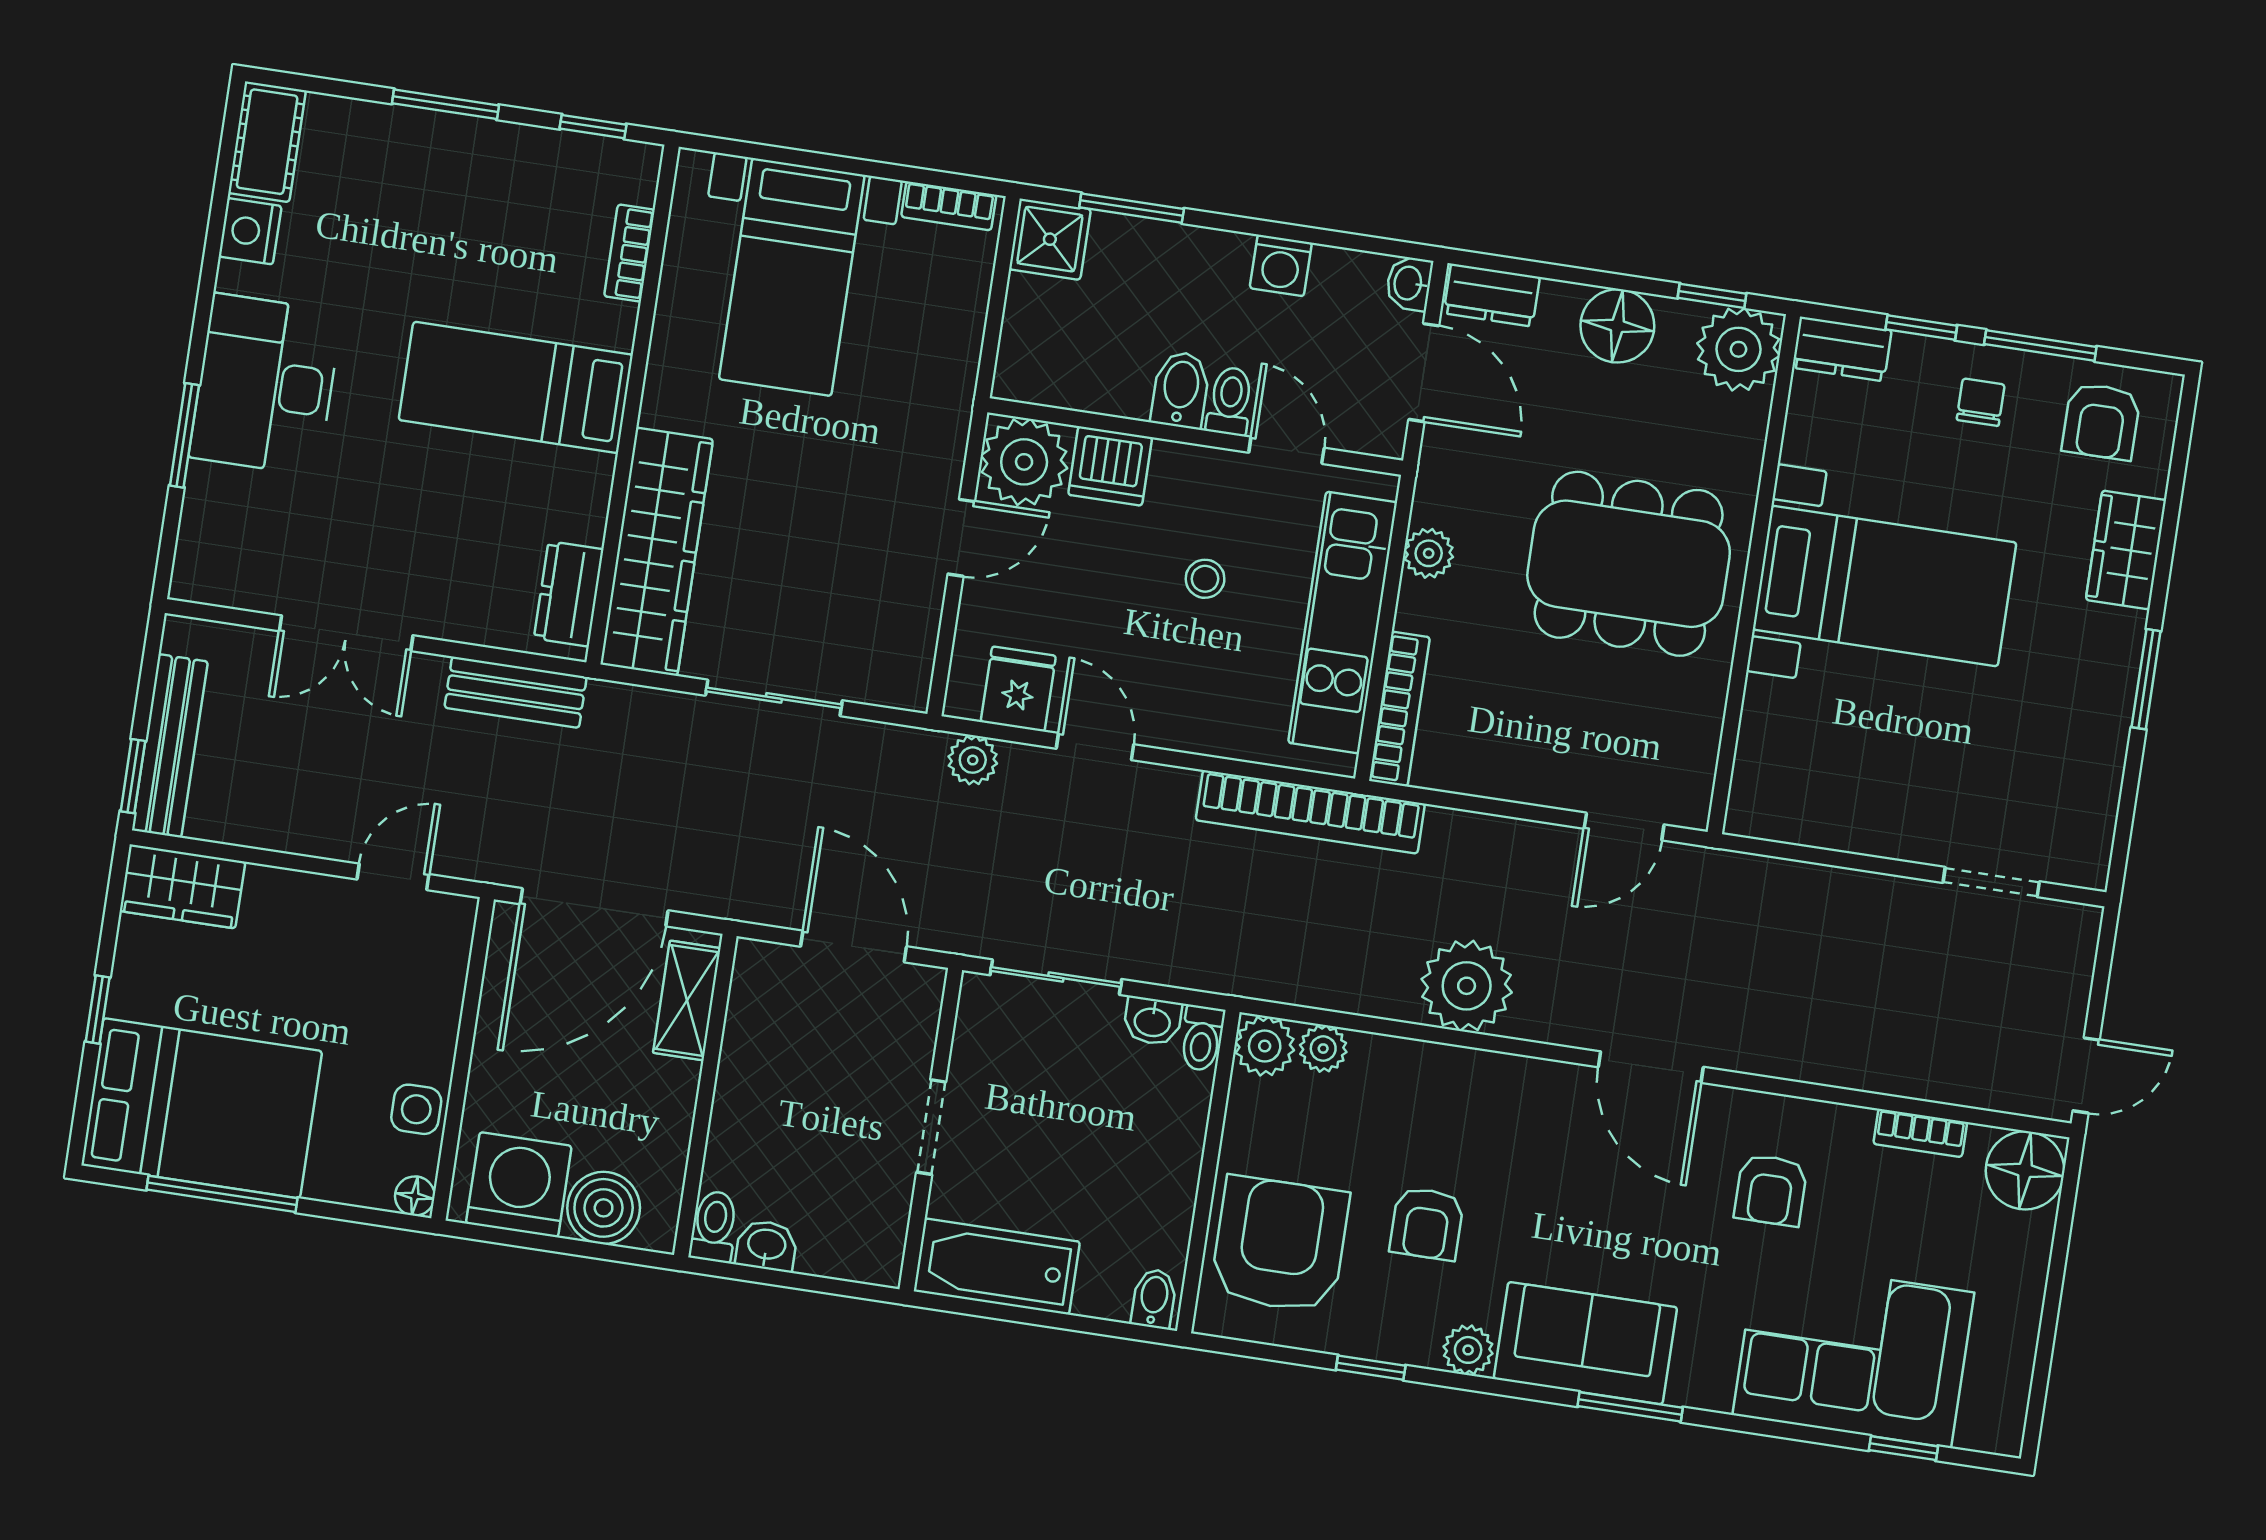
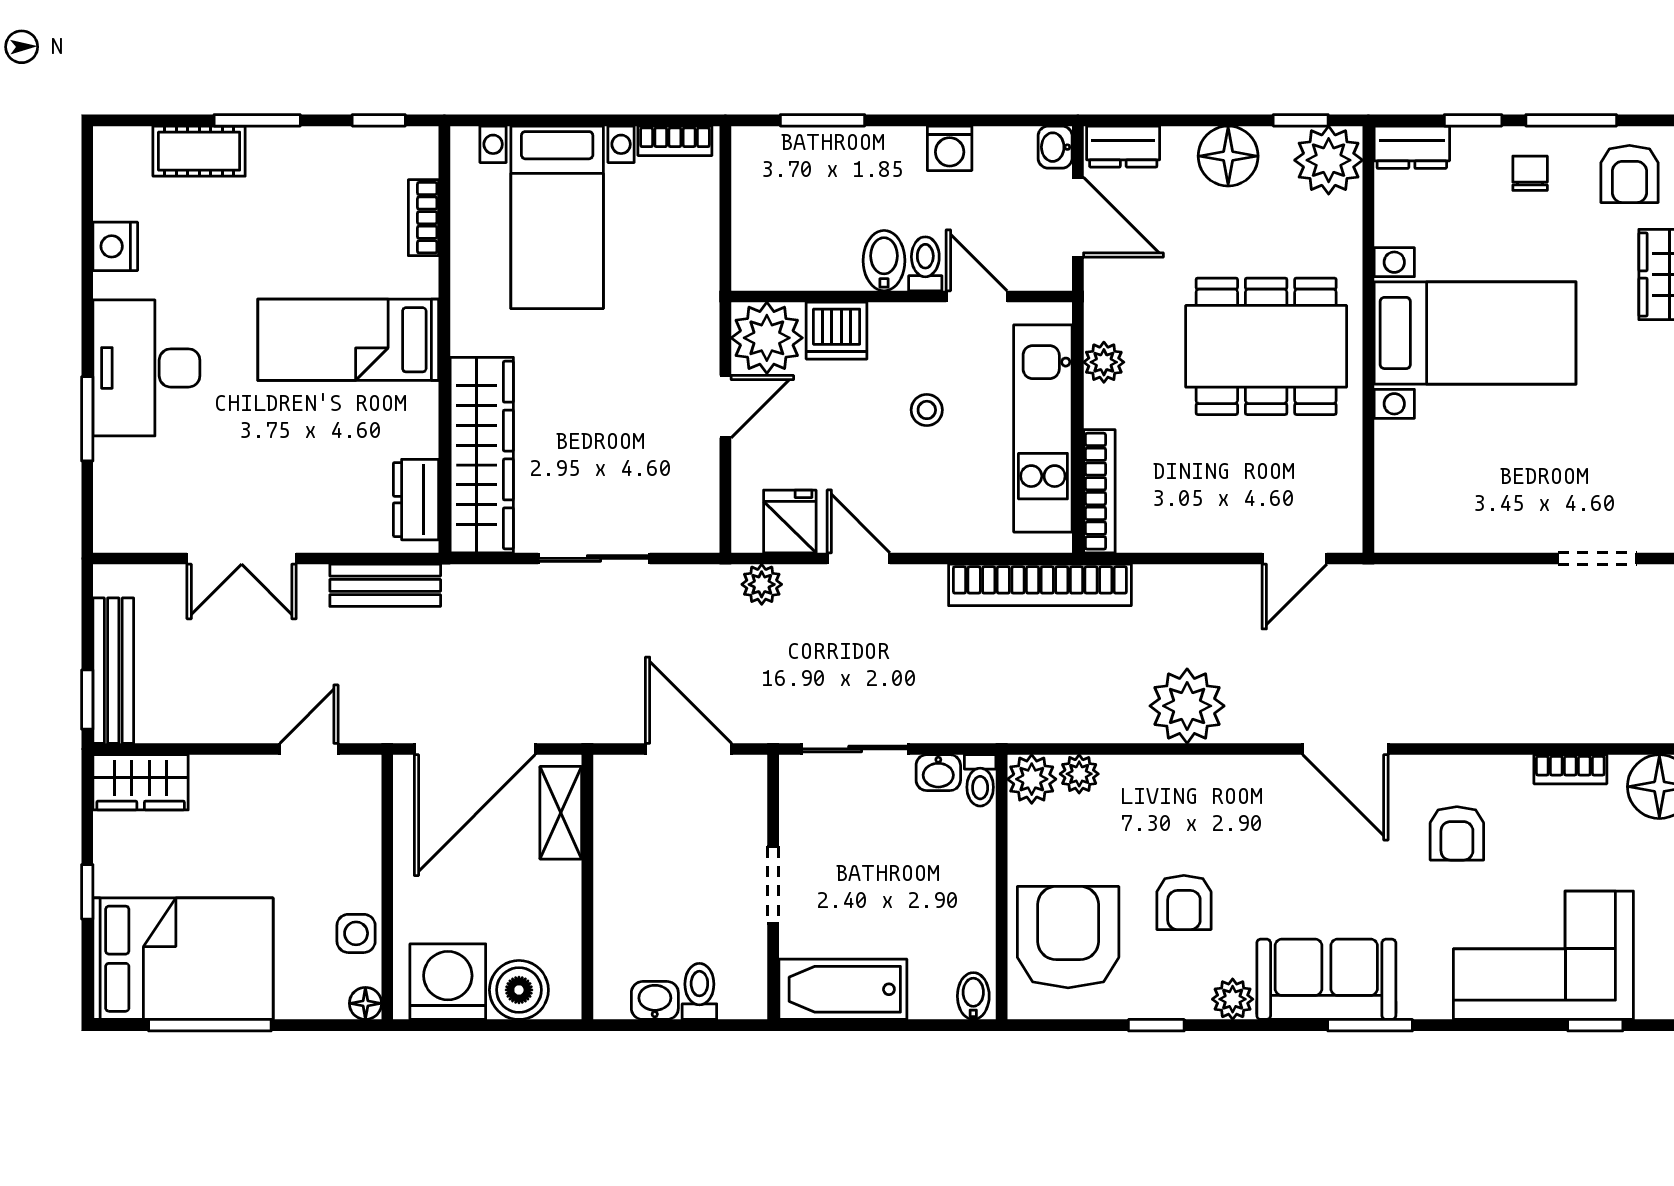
cot: (267, 142) -> (199, 151), moved, turned 90
shower: (1050, 239) -> (760, 155), removed
toilet: (714, 1226) -> (699, 991), moved

